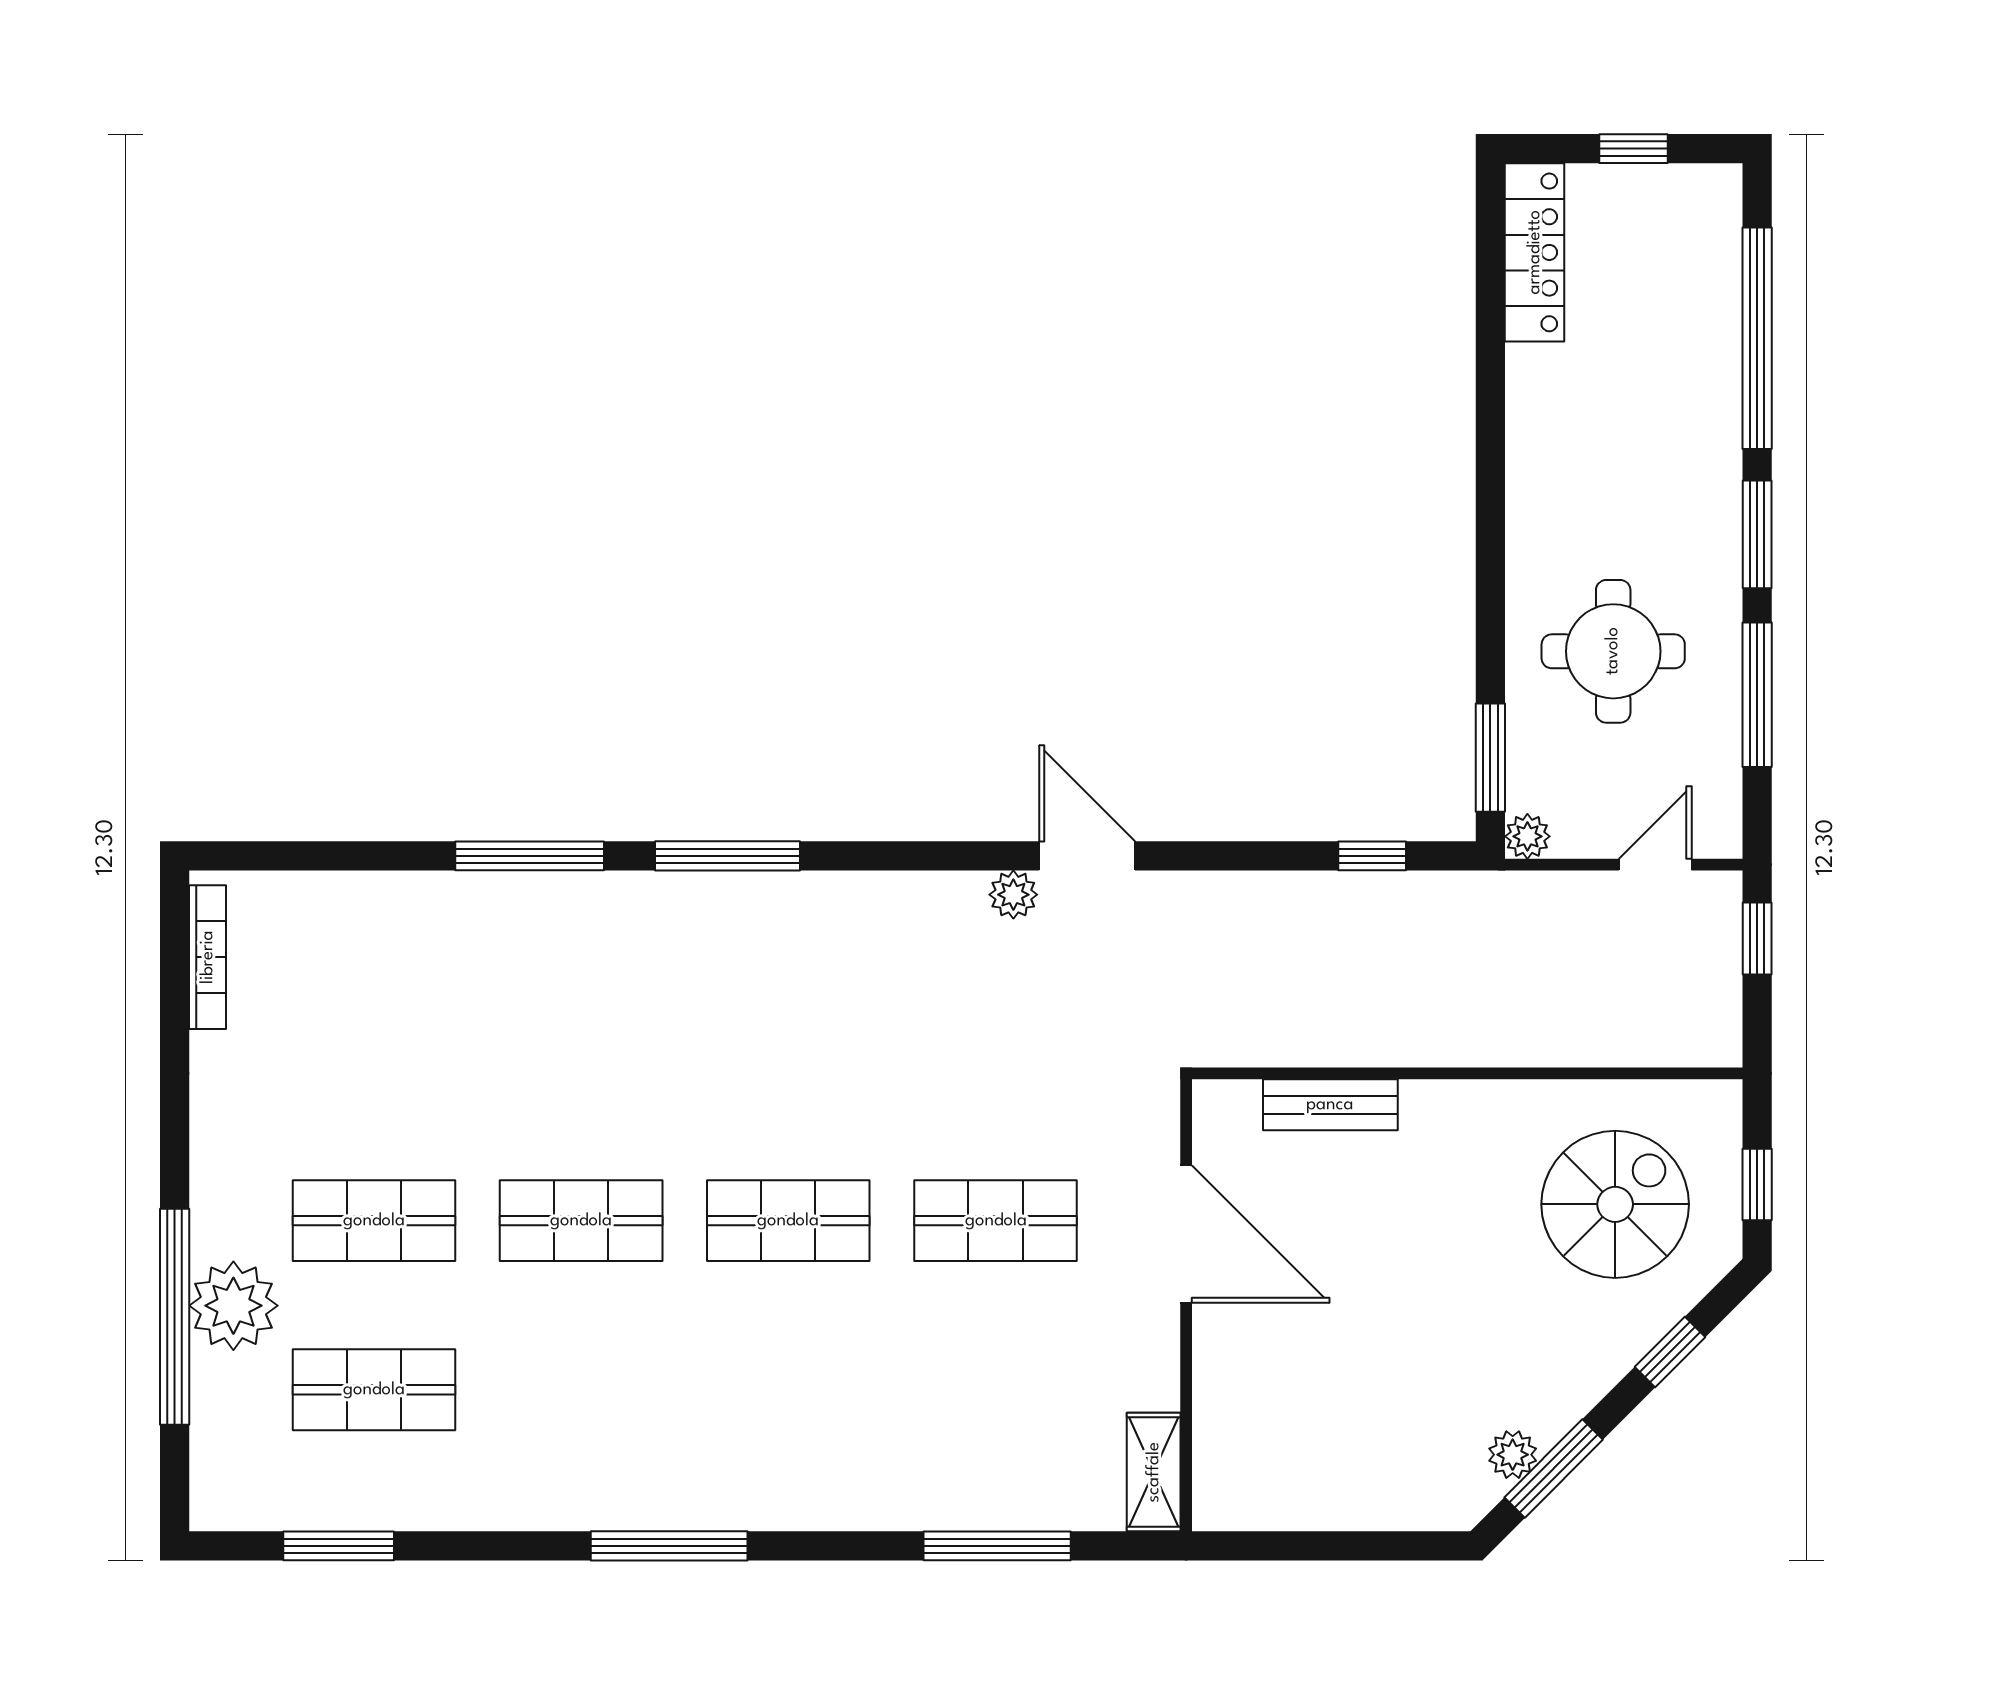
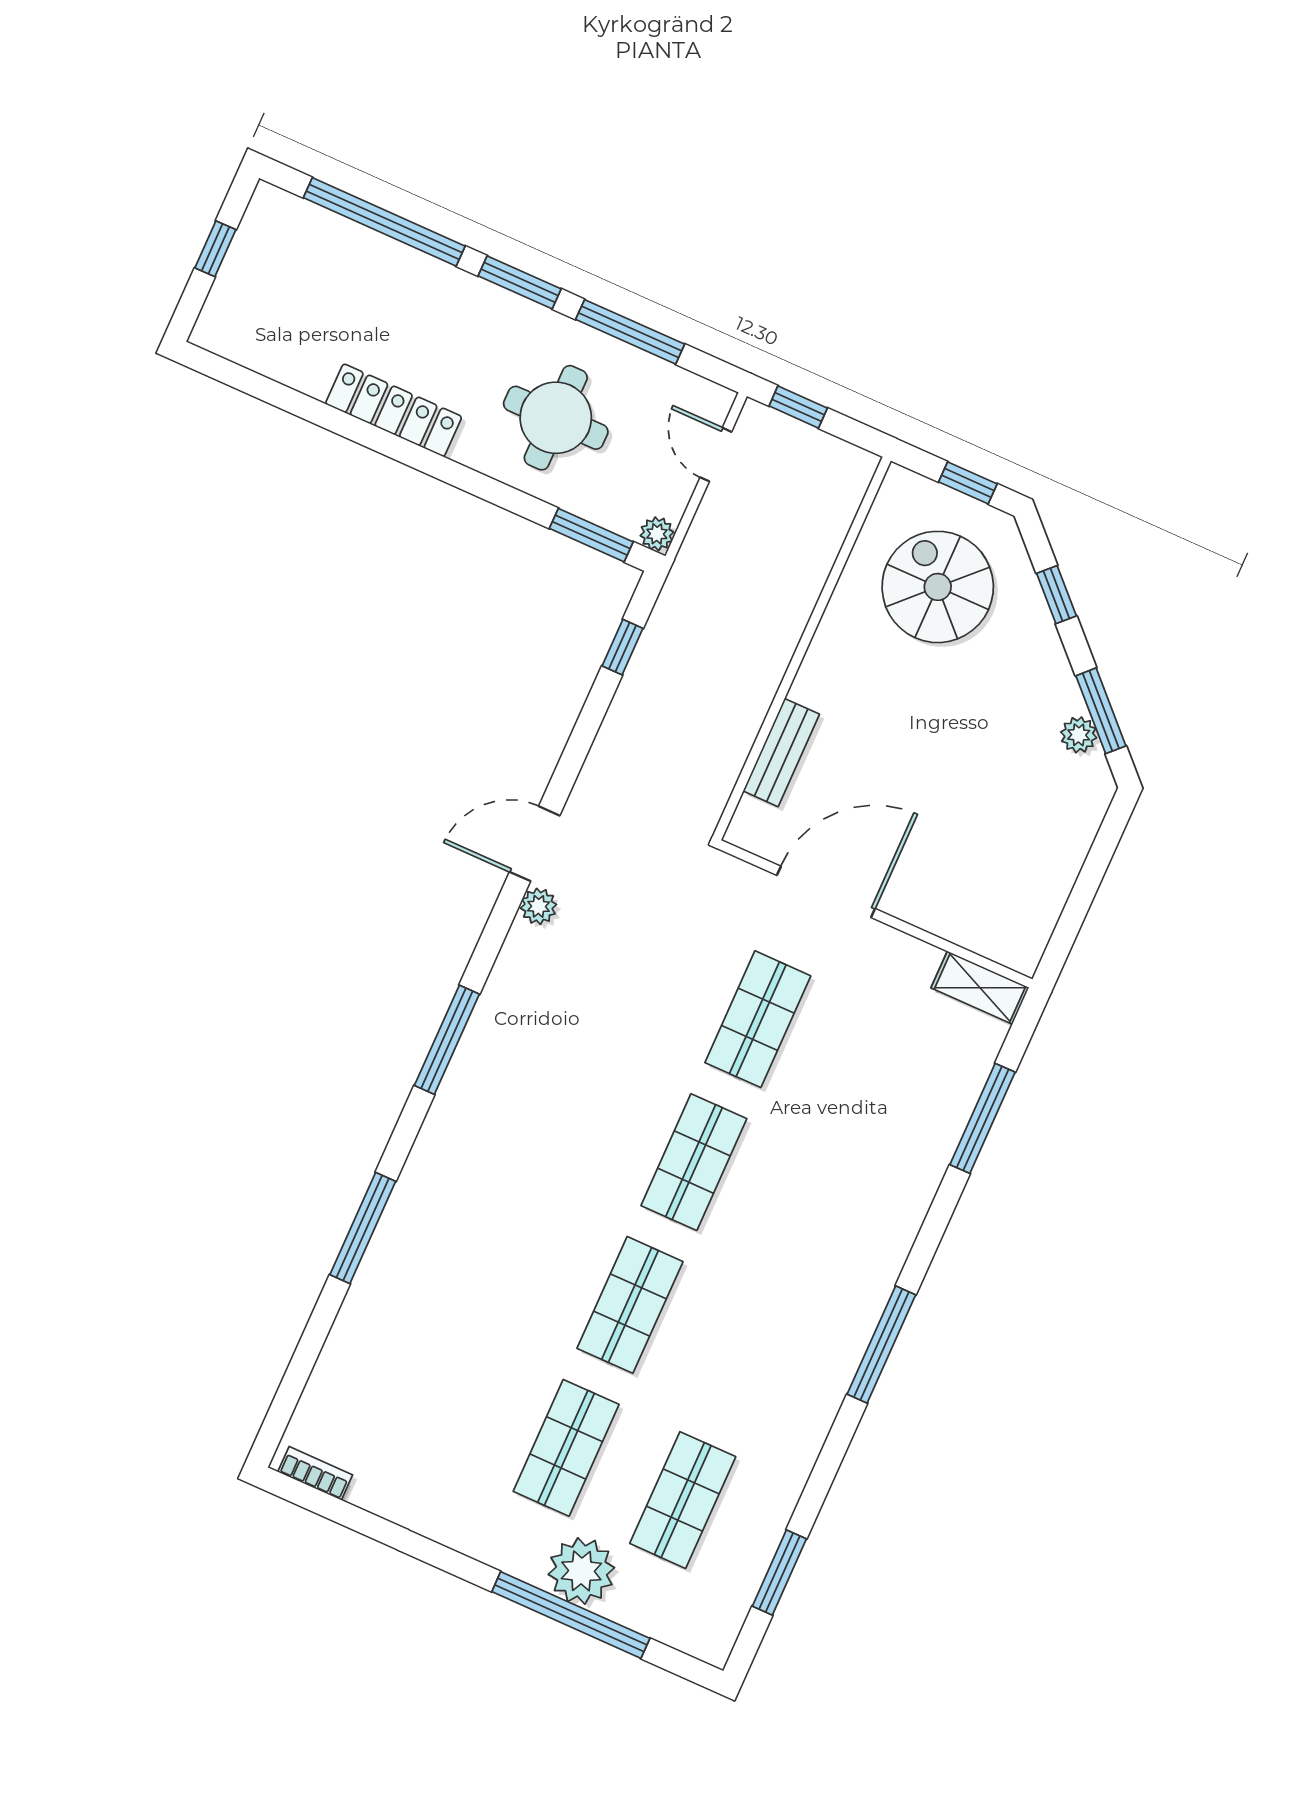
locker: (1535, 252) -> (394, 410), moved
window: (727, 856) -> (447, 1040), moved
bookcase: (208, 957) -> (315, 1473), width x0.64

